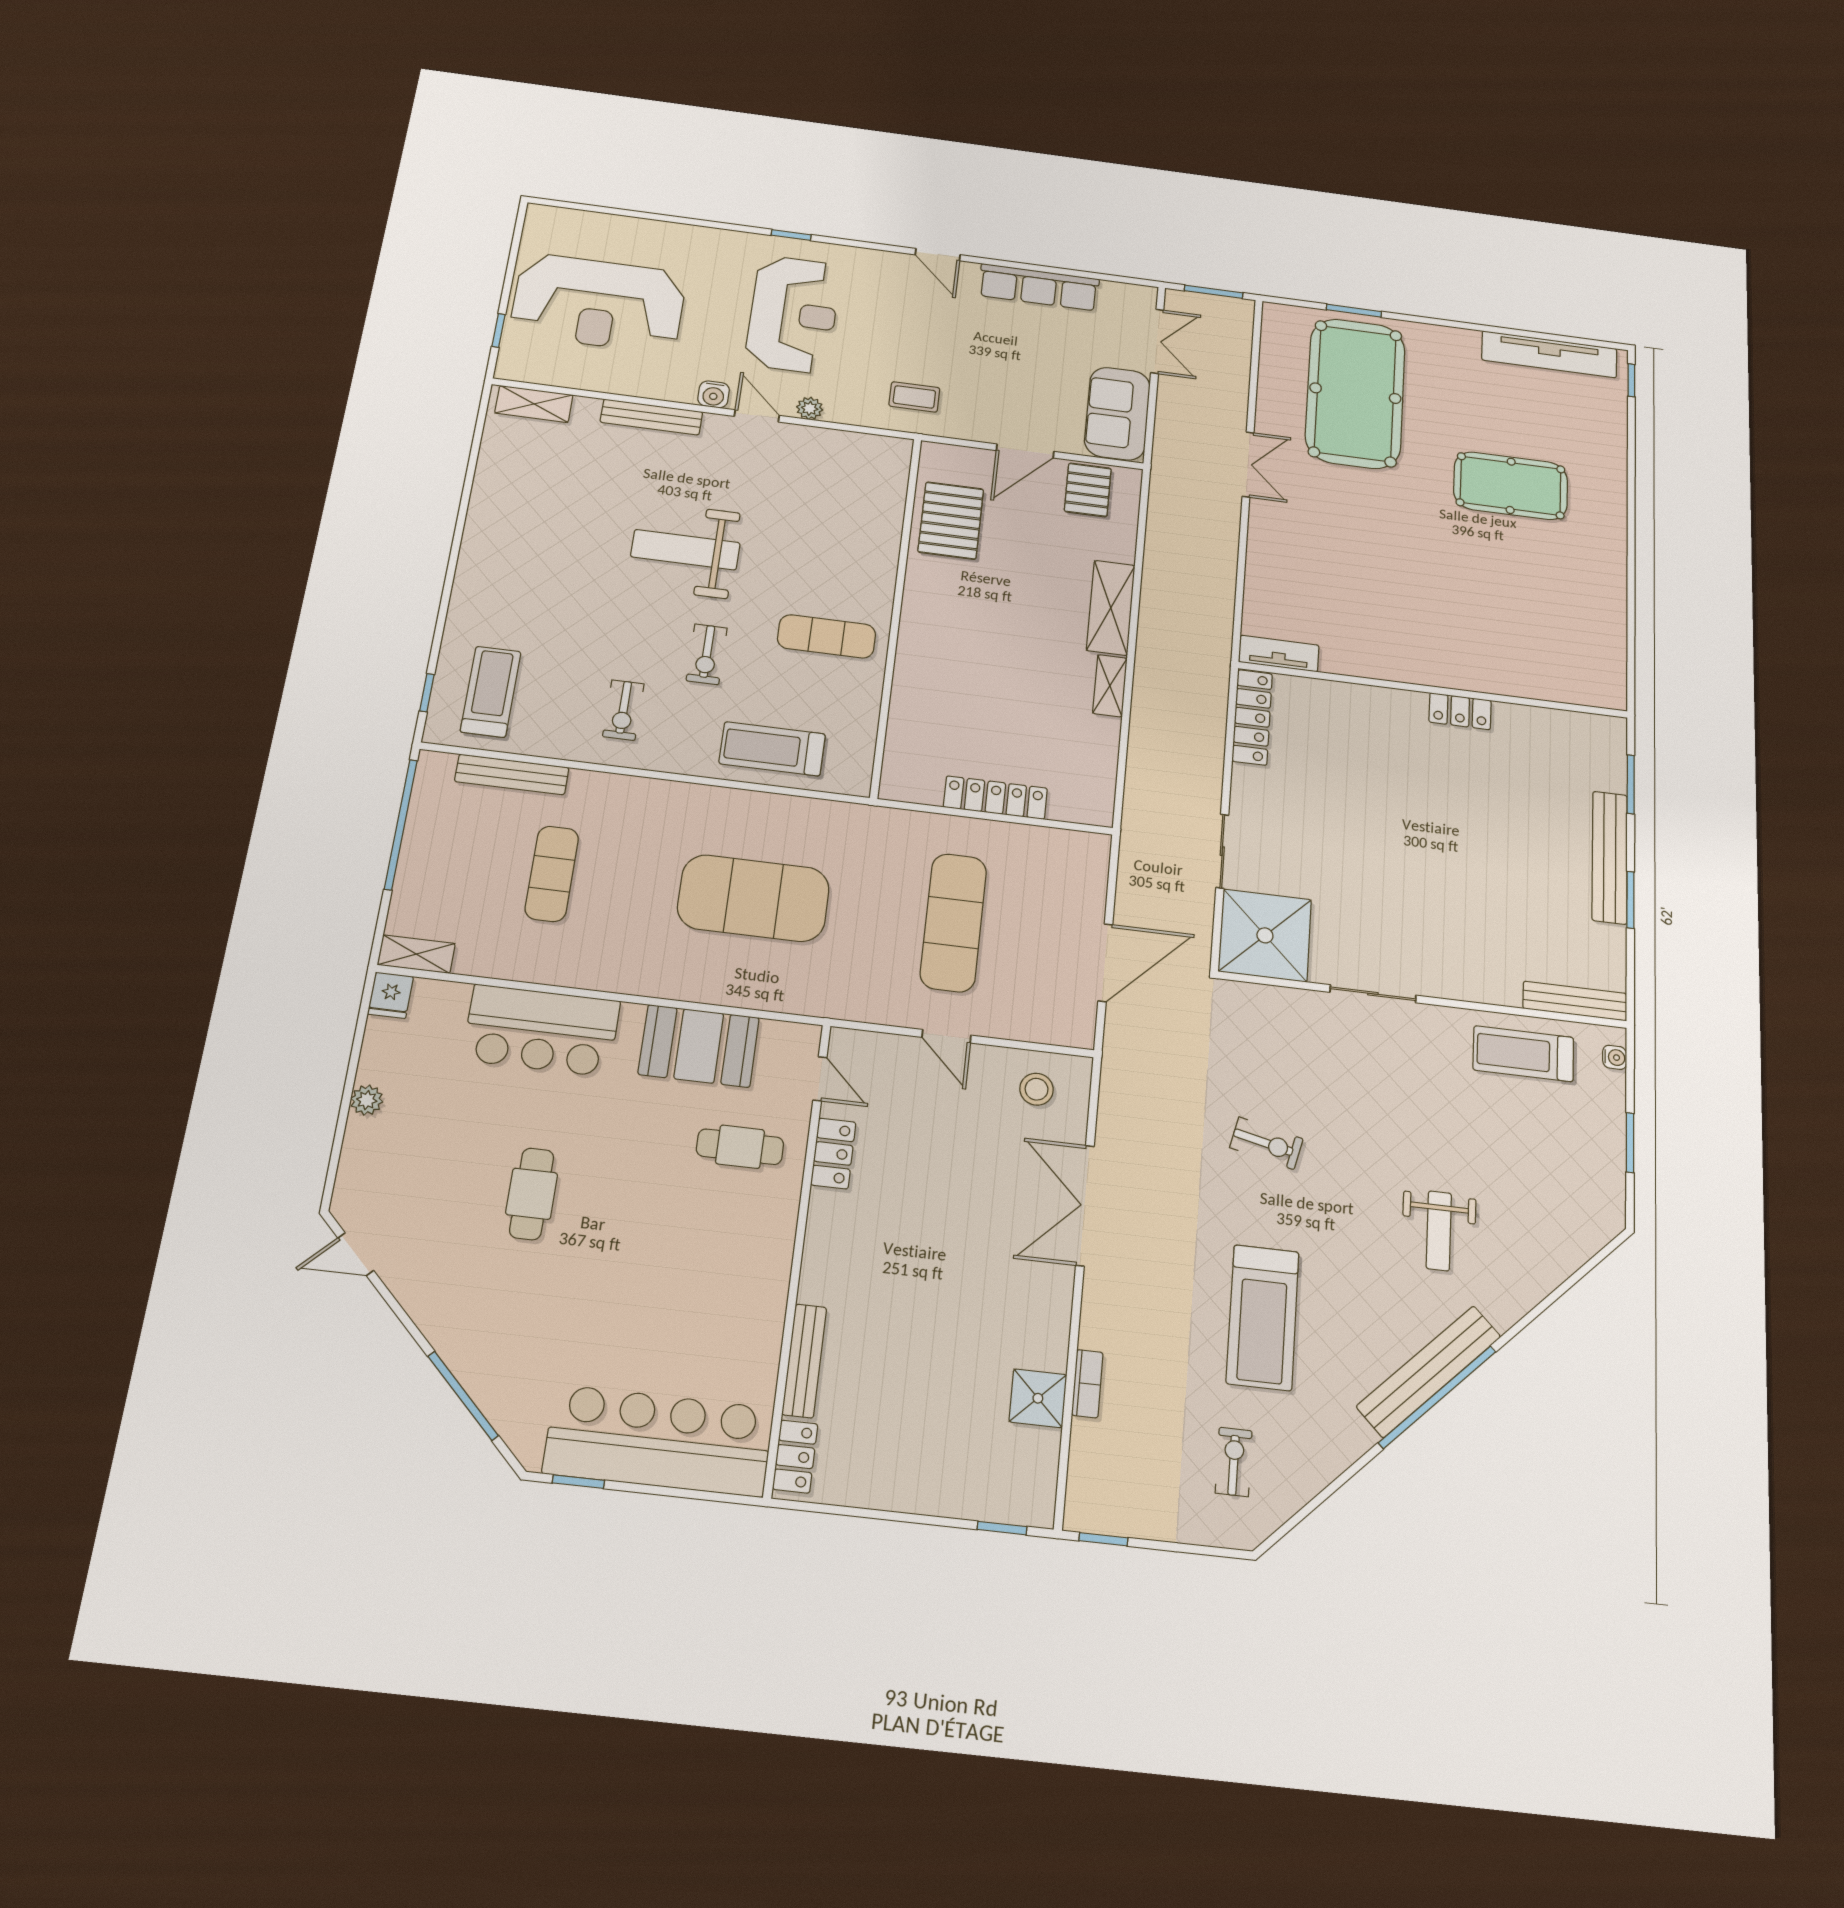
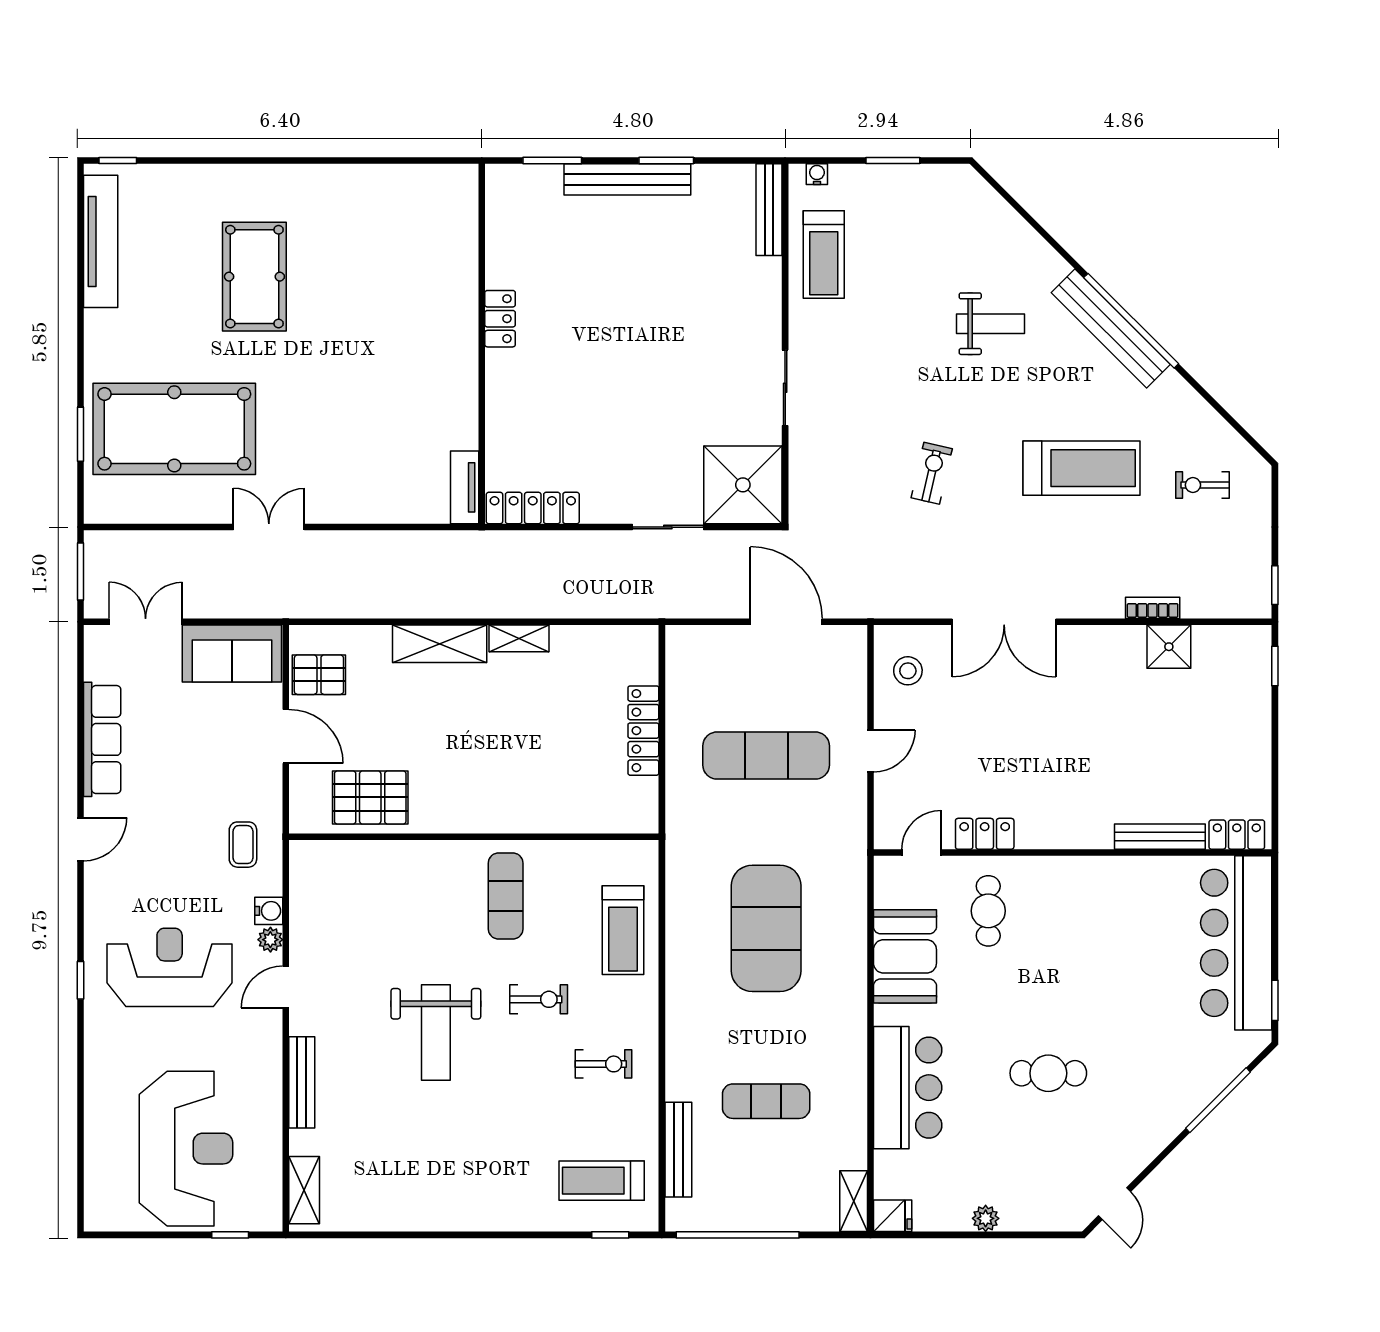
water cooler: (714, 394) -> (269, 911), moved

